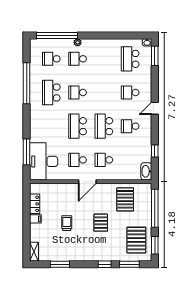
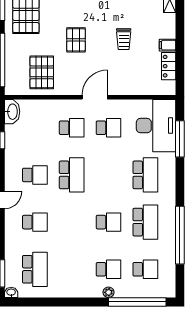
school desk: (78, 126) -> (145, 175), moved

